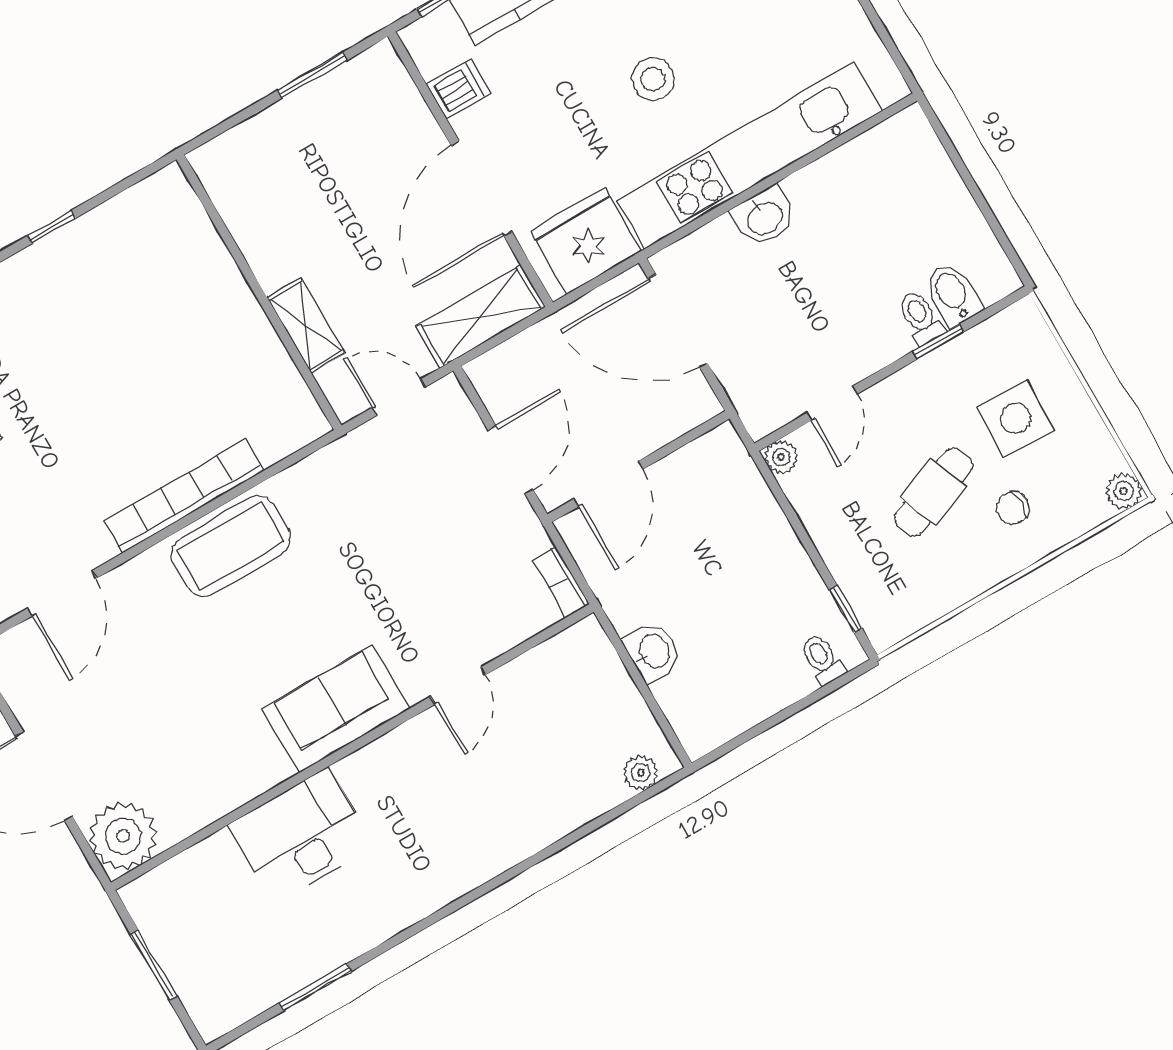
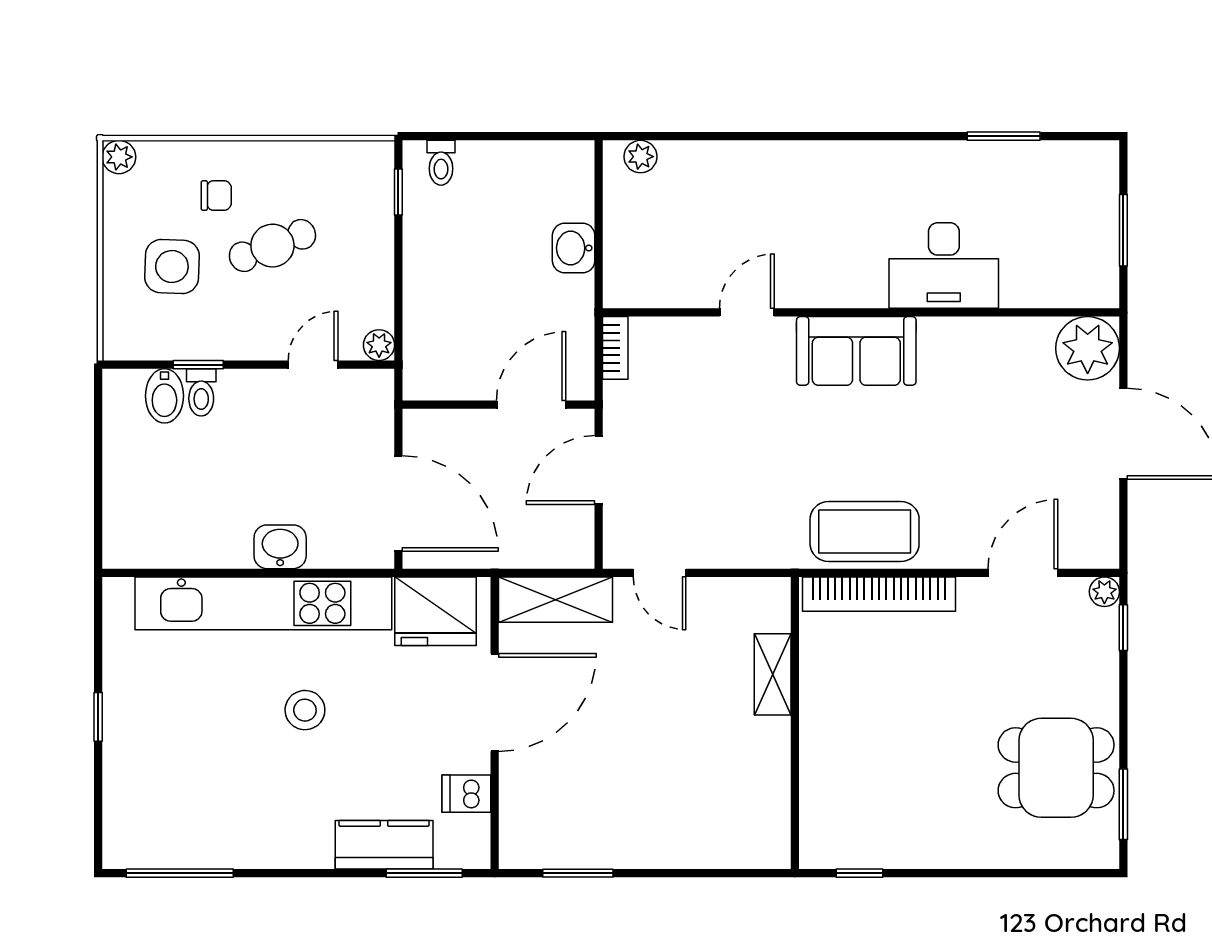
wall: (259, 292) -> (795, 723), moved
shelving: (306, 325) -> (773, 674), moved

